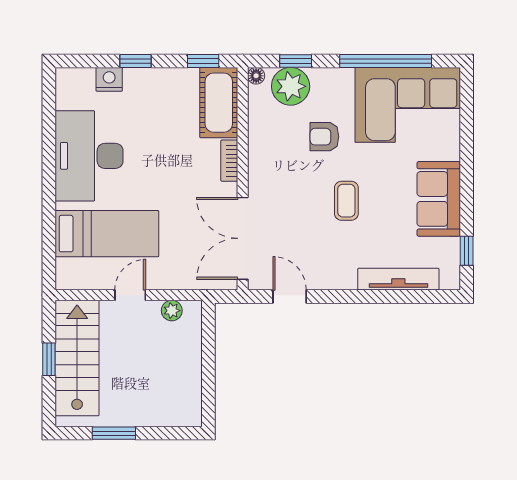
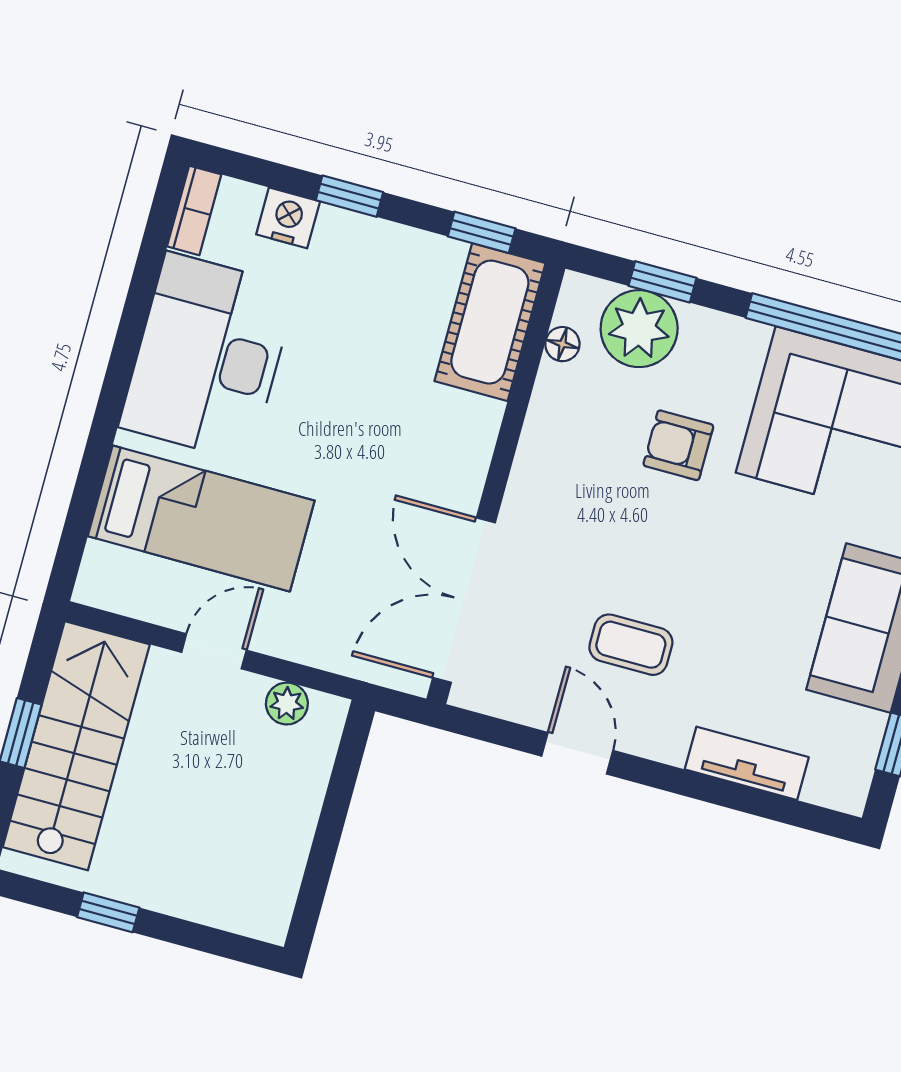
floor lamp: (256, 76) -> (562, 344), moved
bookcase: (229, 161) -> (194, 210), moved, turned 180
coffee table: (346, 201) -> (631, 645), moved, turned 90
tv unit: (398, 279) -> (747, 763), width x0.71
door: (290, 296) -> (577, 753), moved
window: (114, 433) -> (108, 912), width x0.67

